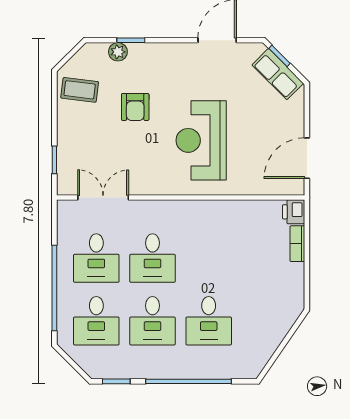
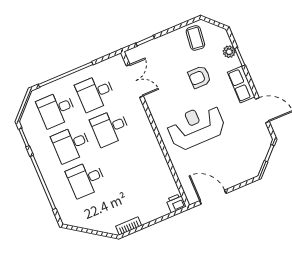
row of seats: (278, 74) -> (241, 85), moved, turned -45
bookcase: (297, 244) -> (129, 226), moved

